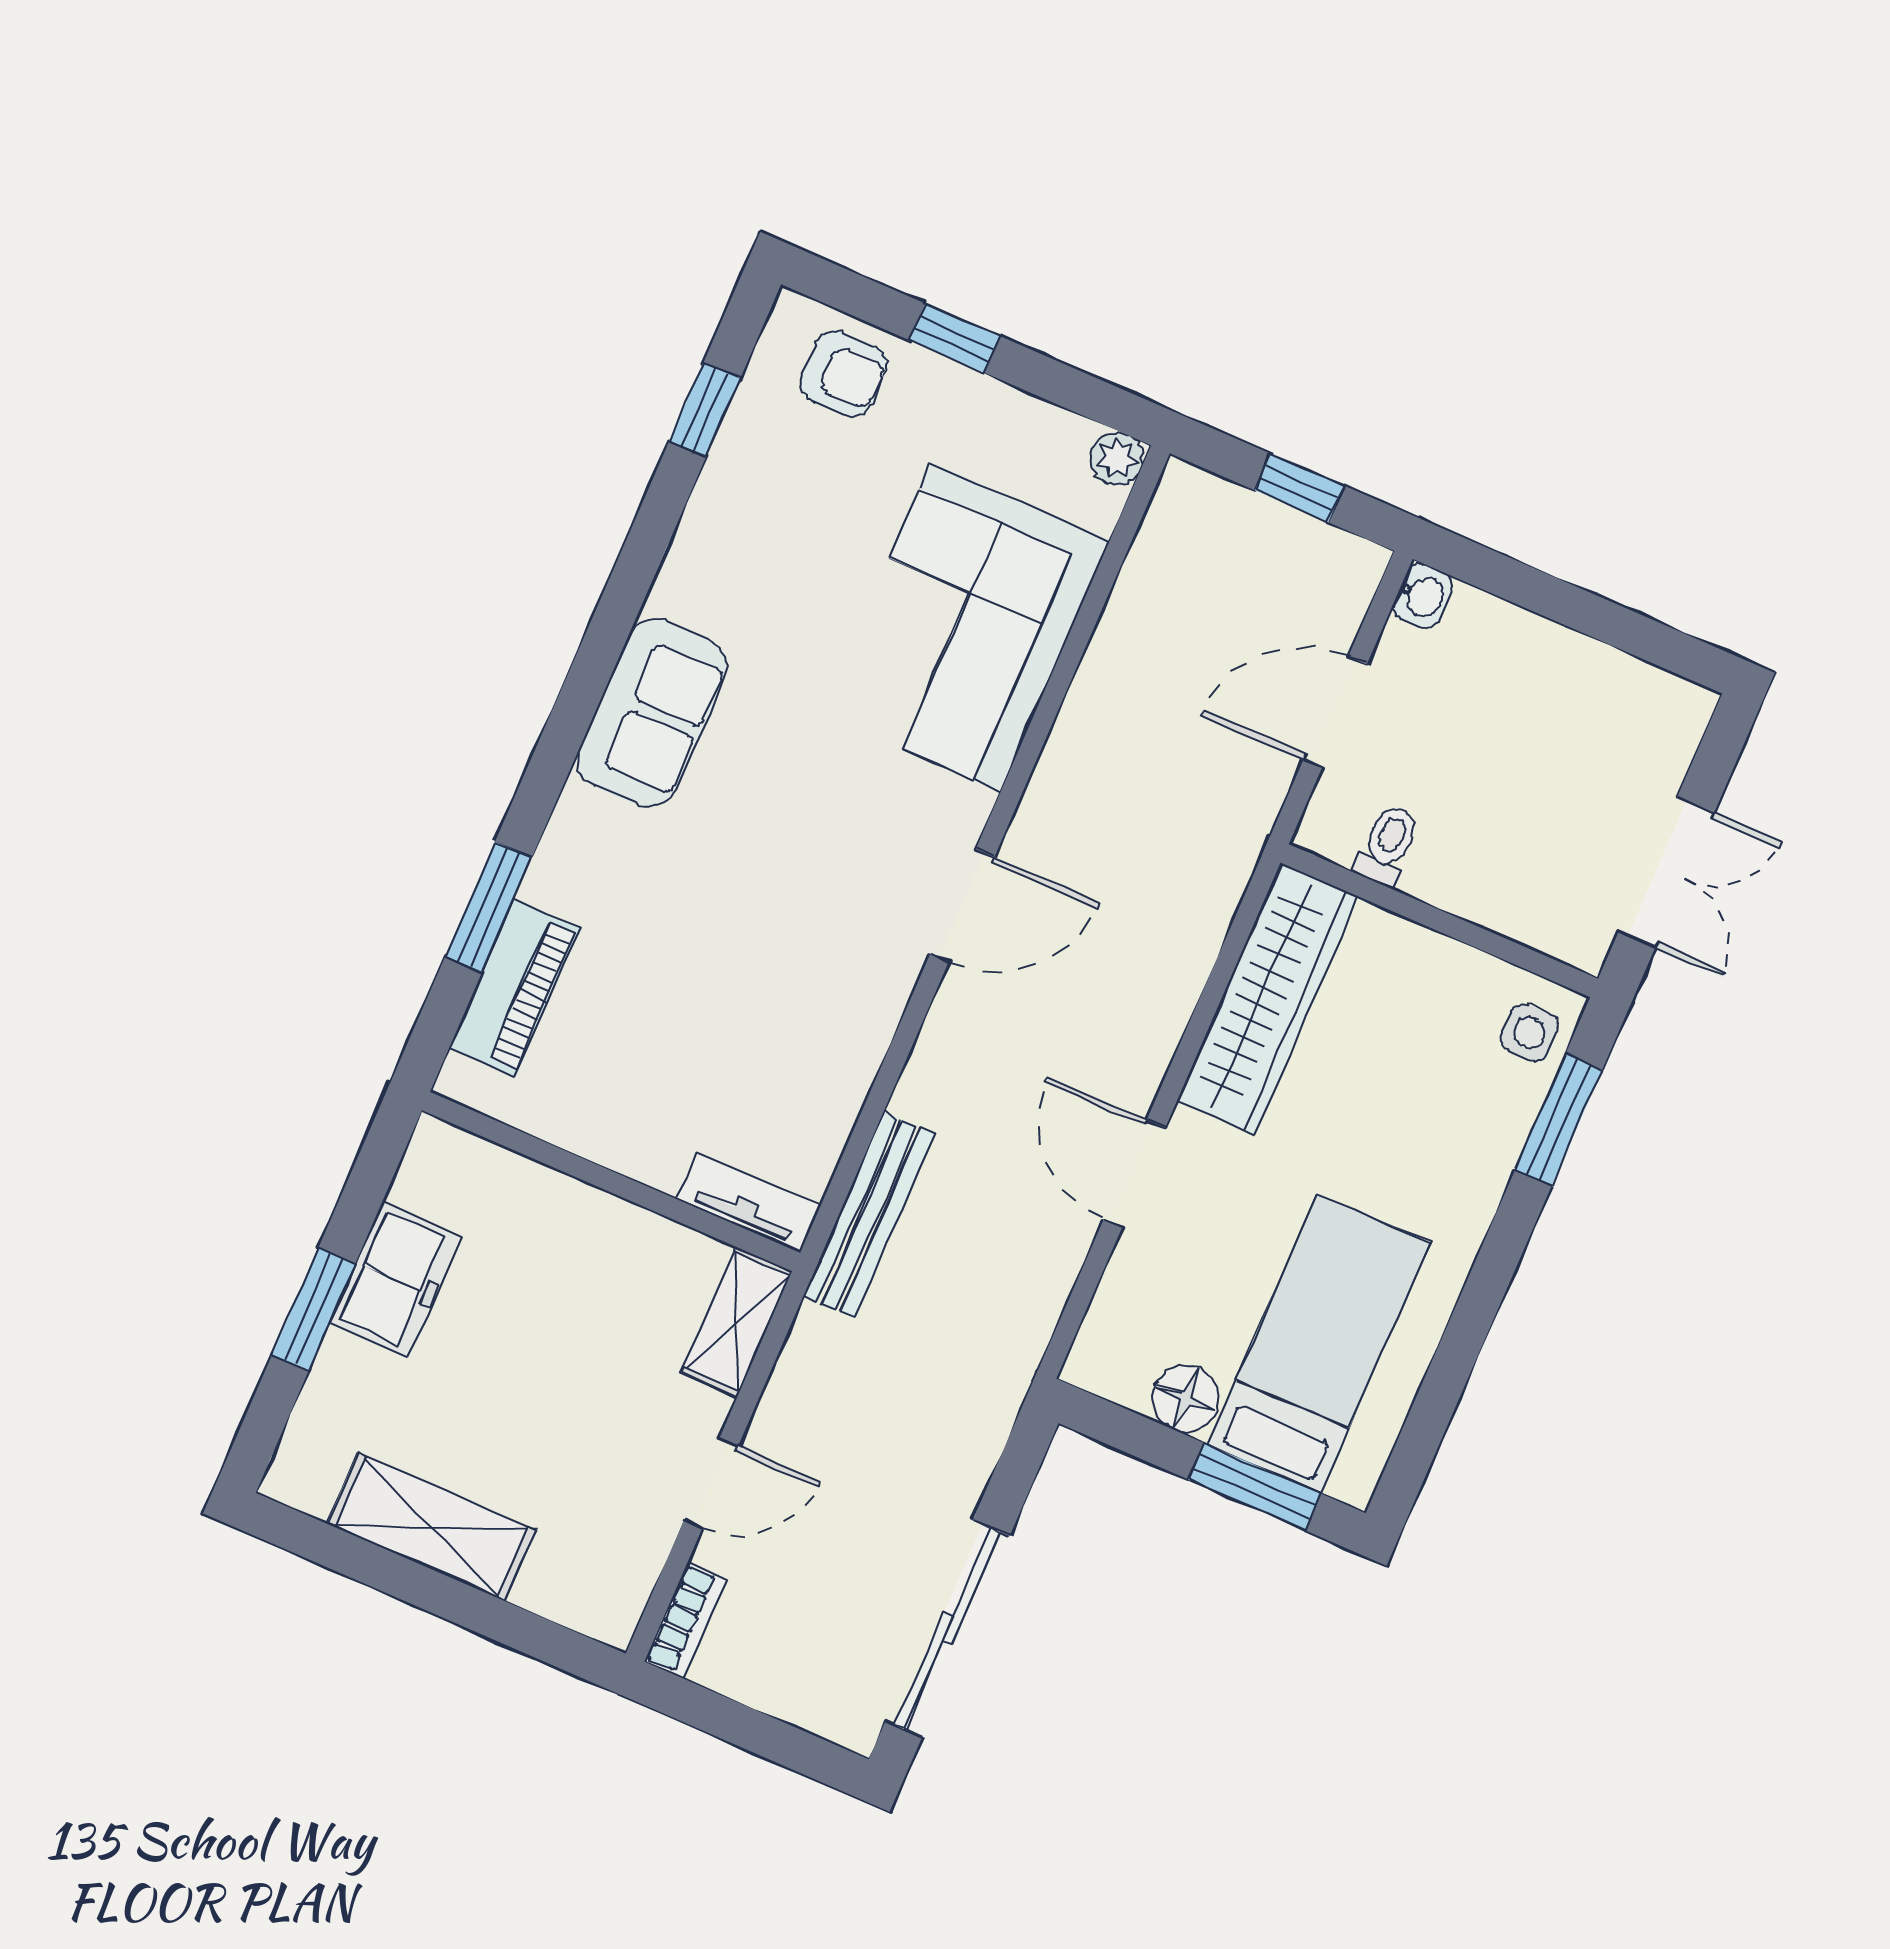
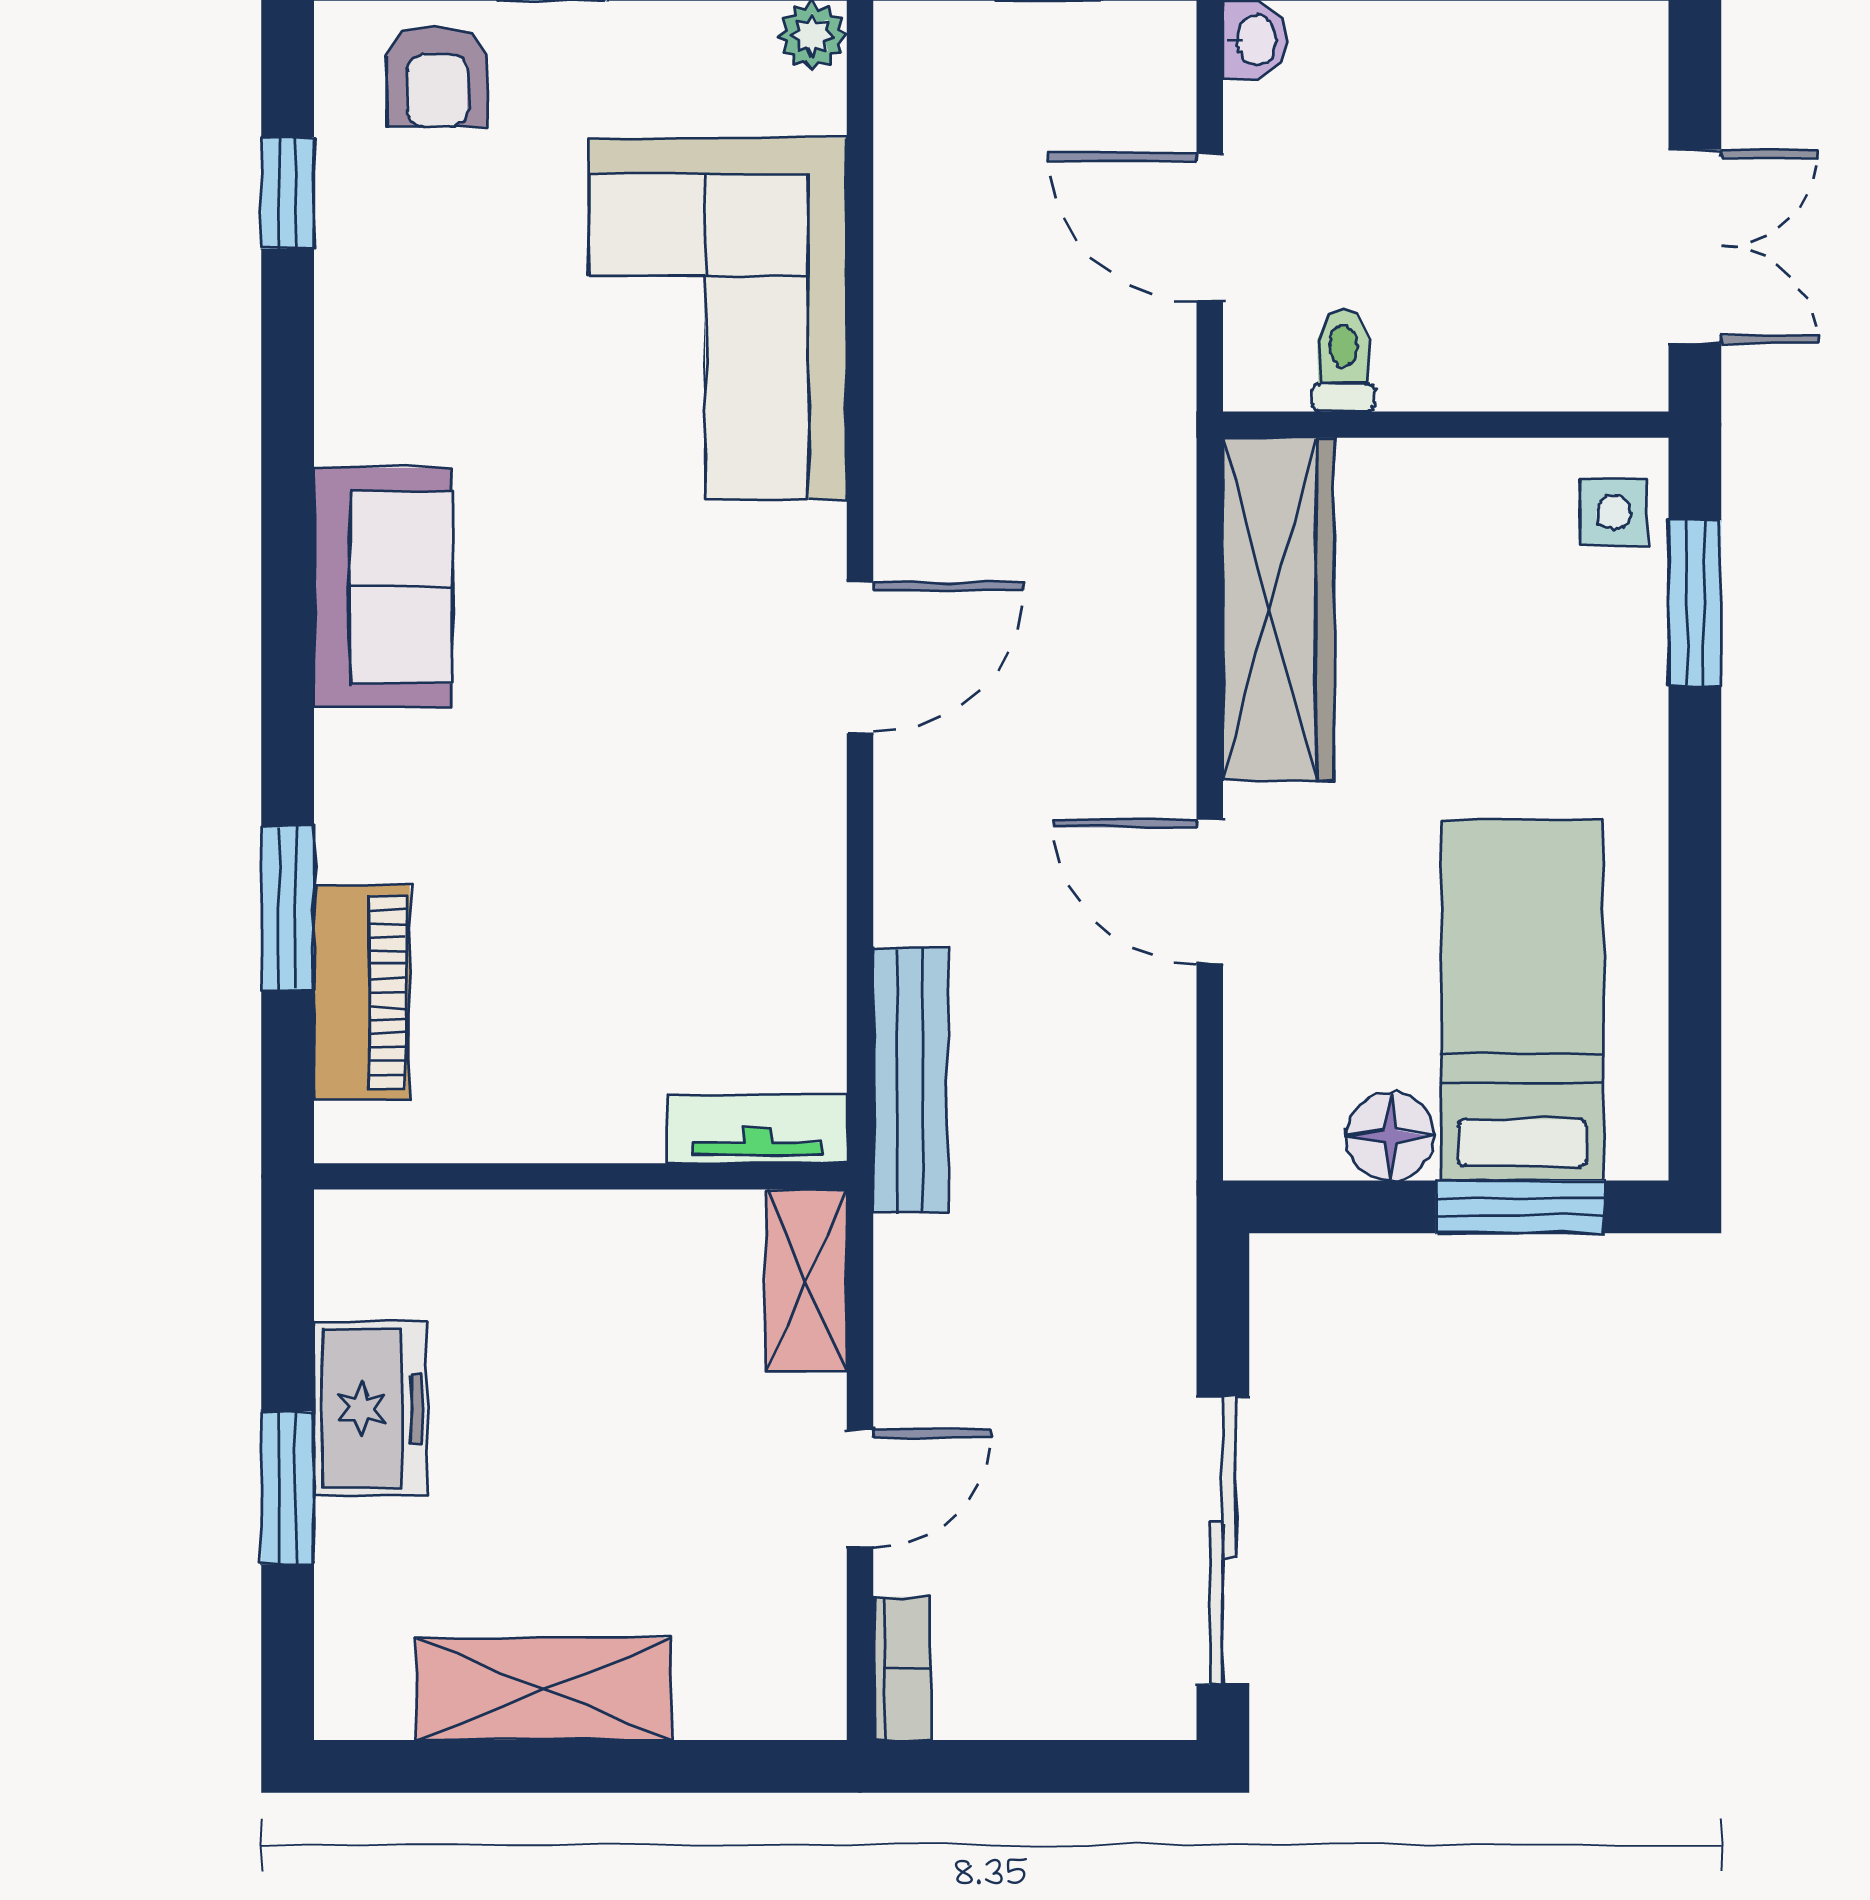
armchair: (844, 374) -> (437, 76), turned 90
door: (1335, 712) -> (1210, 227), hinge flipped

